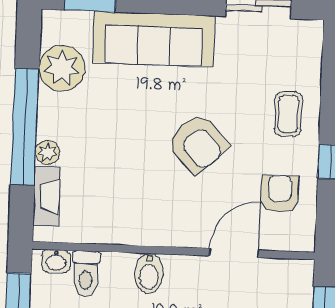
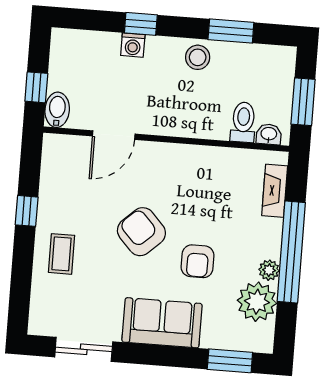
sofa: (154, 39) -> (162, 323), width x0.73
plant: (48, 152) -> (269, 270), moved
armchair: (280, 194) -> (198, 261), moved
bidet: (149, 274) -> (57, 110), moved

